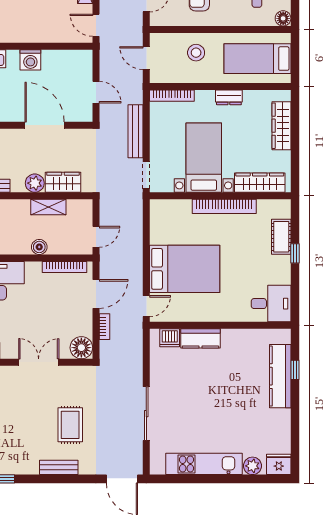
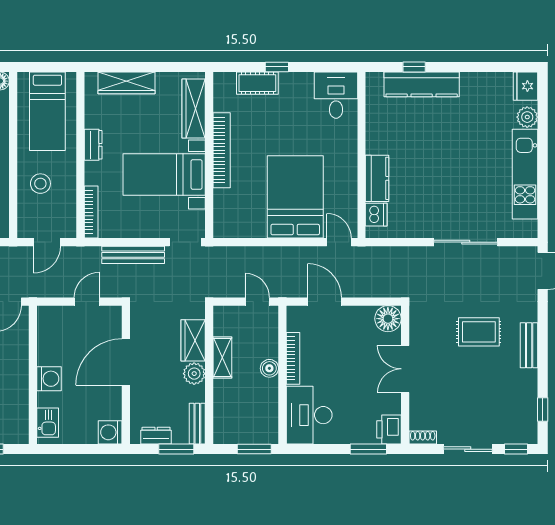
bookcase: (64, 267) -> (293, 358), moved
bookcase: (104, 327) -> (363, 292), removed

